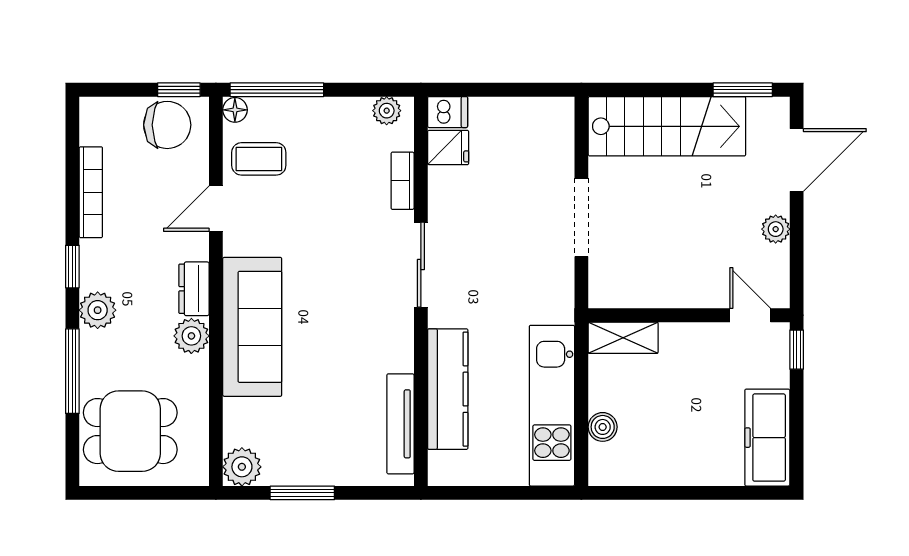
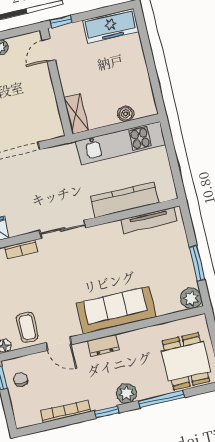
chair: (167, 125) -> (21, 380), width x0.54, depth x0.54
plant: (191, 336) -> (128, 341), removed

